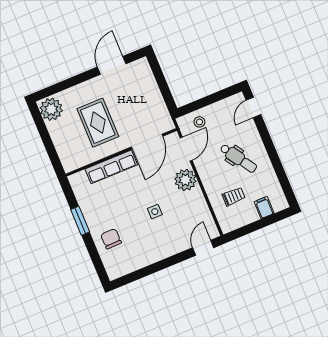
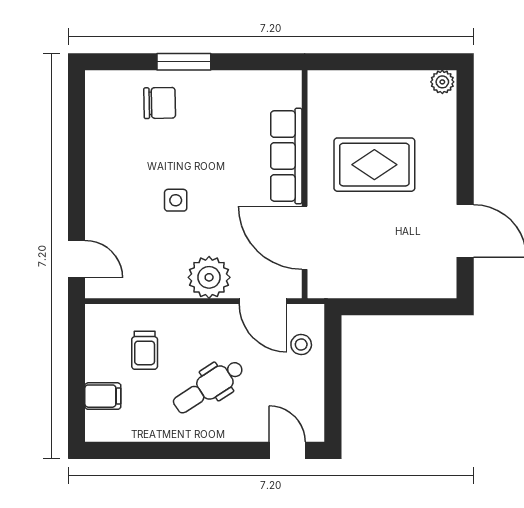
plant: (51, 109) -> (442, 82), width x0.53, depth x0.53
window: (80, 221) -> (184, 62), moved

